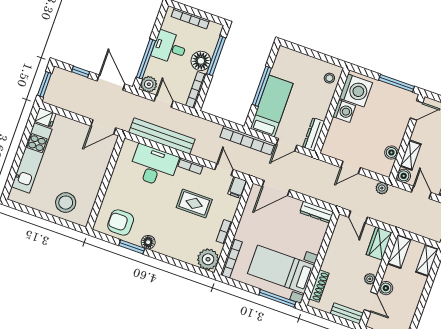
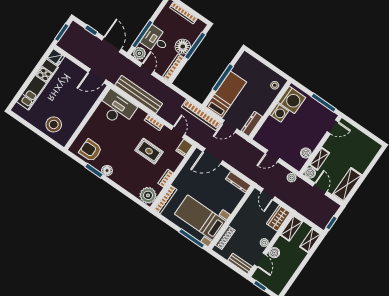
desk: (169, 47) -> (155, 40), moved
desk: (154, 166) -> (117, 108), moved

